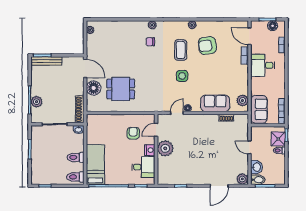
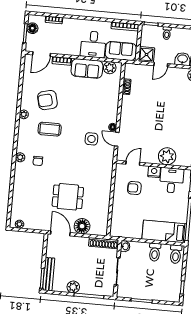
armchair: (207, 46) -> (47, 100), turned 84
desk: (263, 65) -> (93, 44), moved
door: (85, 69) -> (60, 233), hinge flipped
side table: (182, 76) -> (91, 139), moved
dining table: (121, 89) -> (68, 197), moved, turned 90
plant: (37, 102) -> (73, 287), moved
sofa: (215, 103) -> (87, 68), moved, turned -90
door: (156, 130) -> (133, 163), swing flipped
shower: (278, 139) -> (147, 55), moved
plant: (165, 148) -> (167, 156), moved

